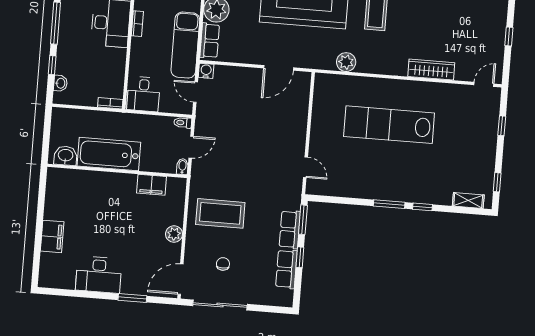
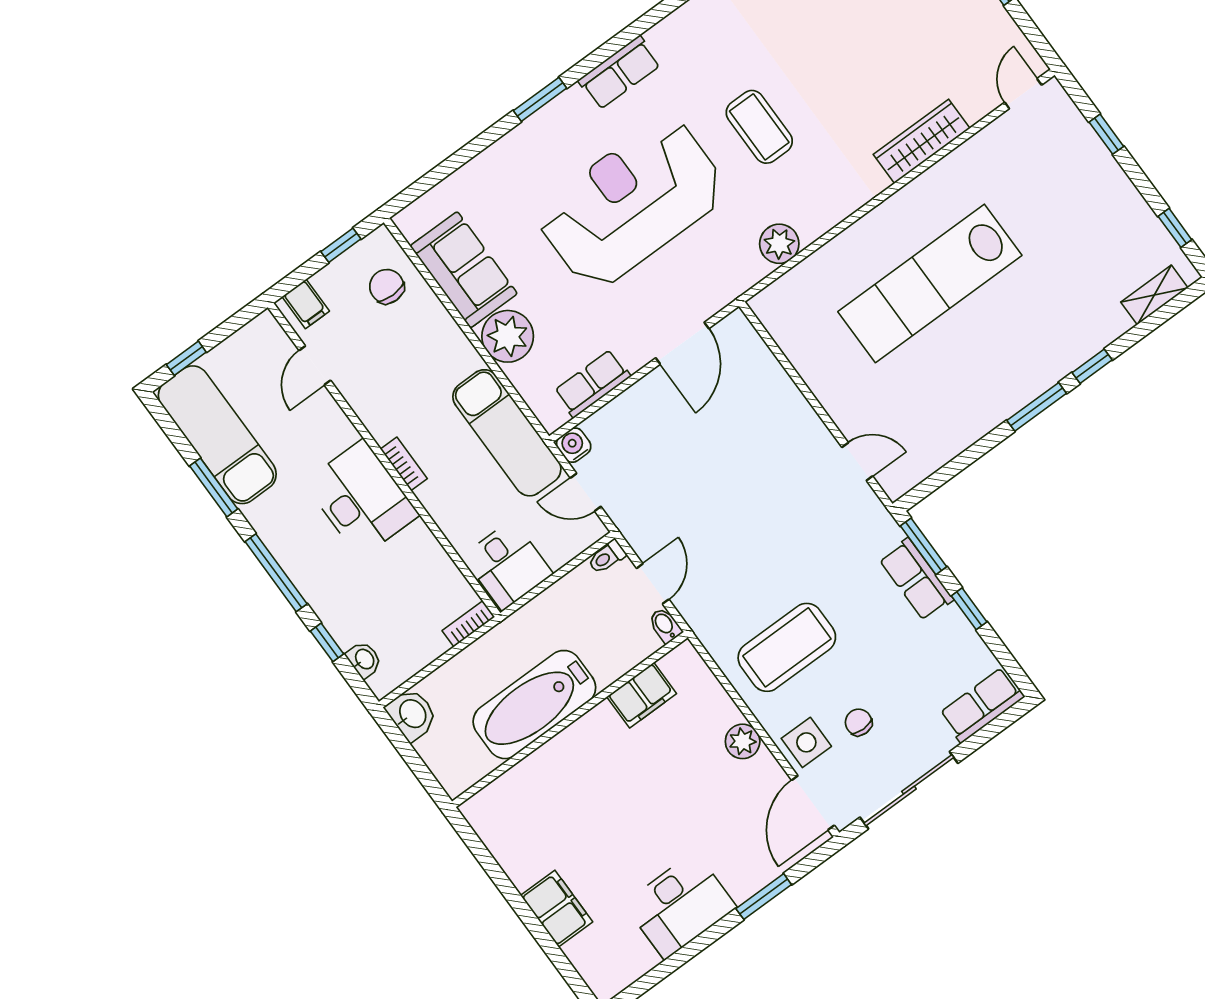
row of seats: (210, 41) -> (592, 384), moved, turned -90
washbasin: (66, 156) -> (412, 714), moved, turned 90
side table: (197, 255) -> (806, 742), added
row of seats: (286, 269) -> (982, 705), moved, turned 90

